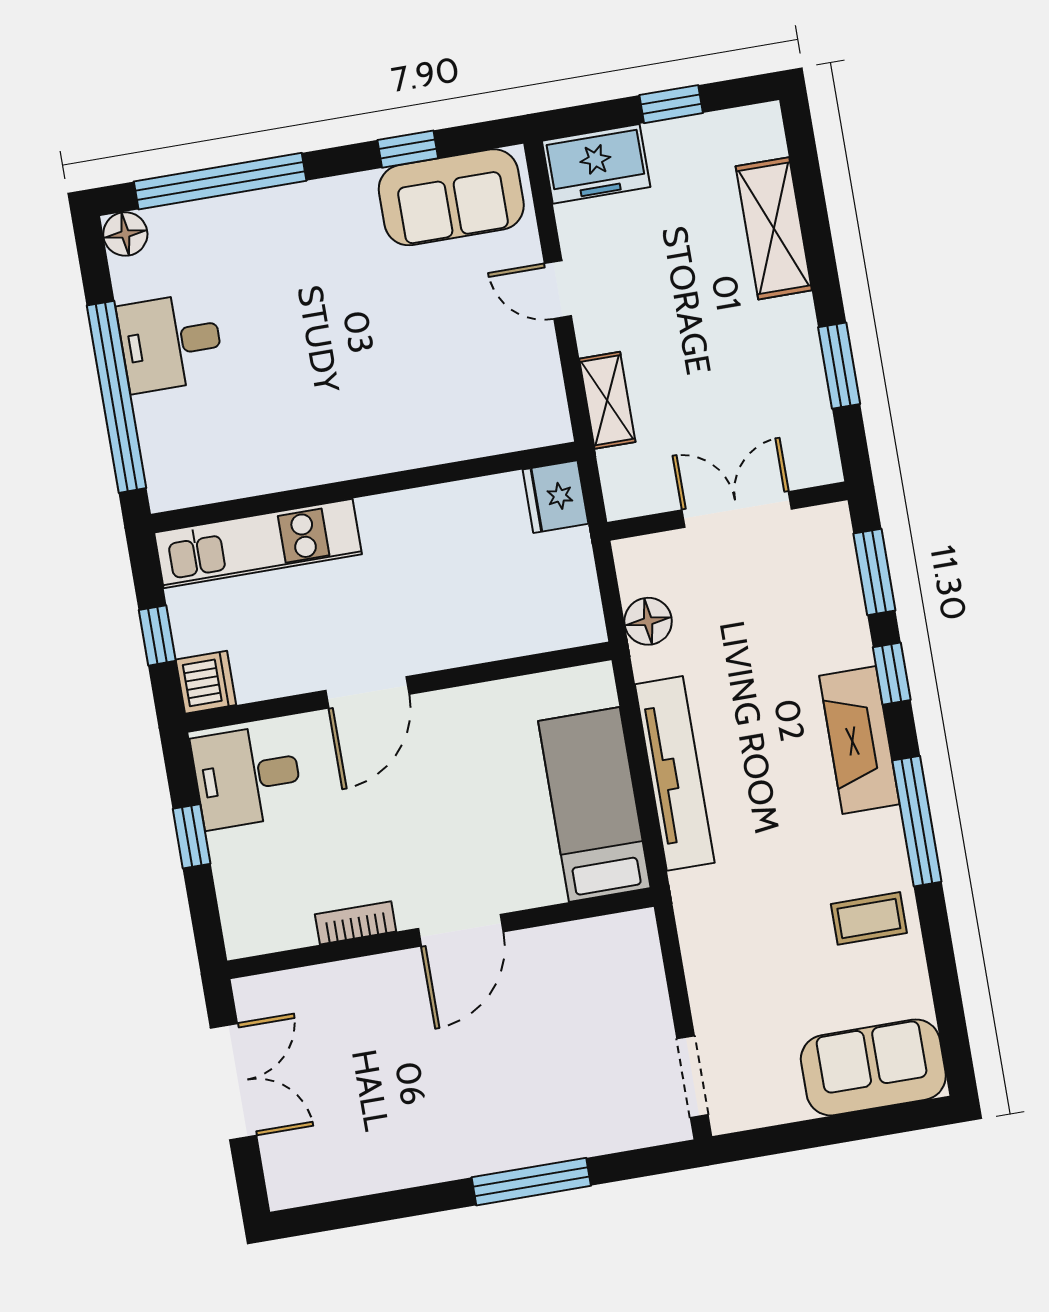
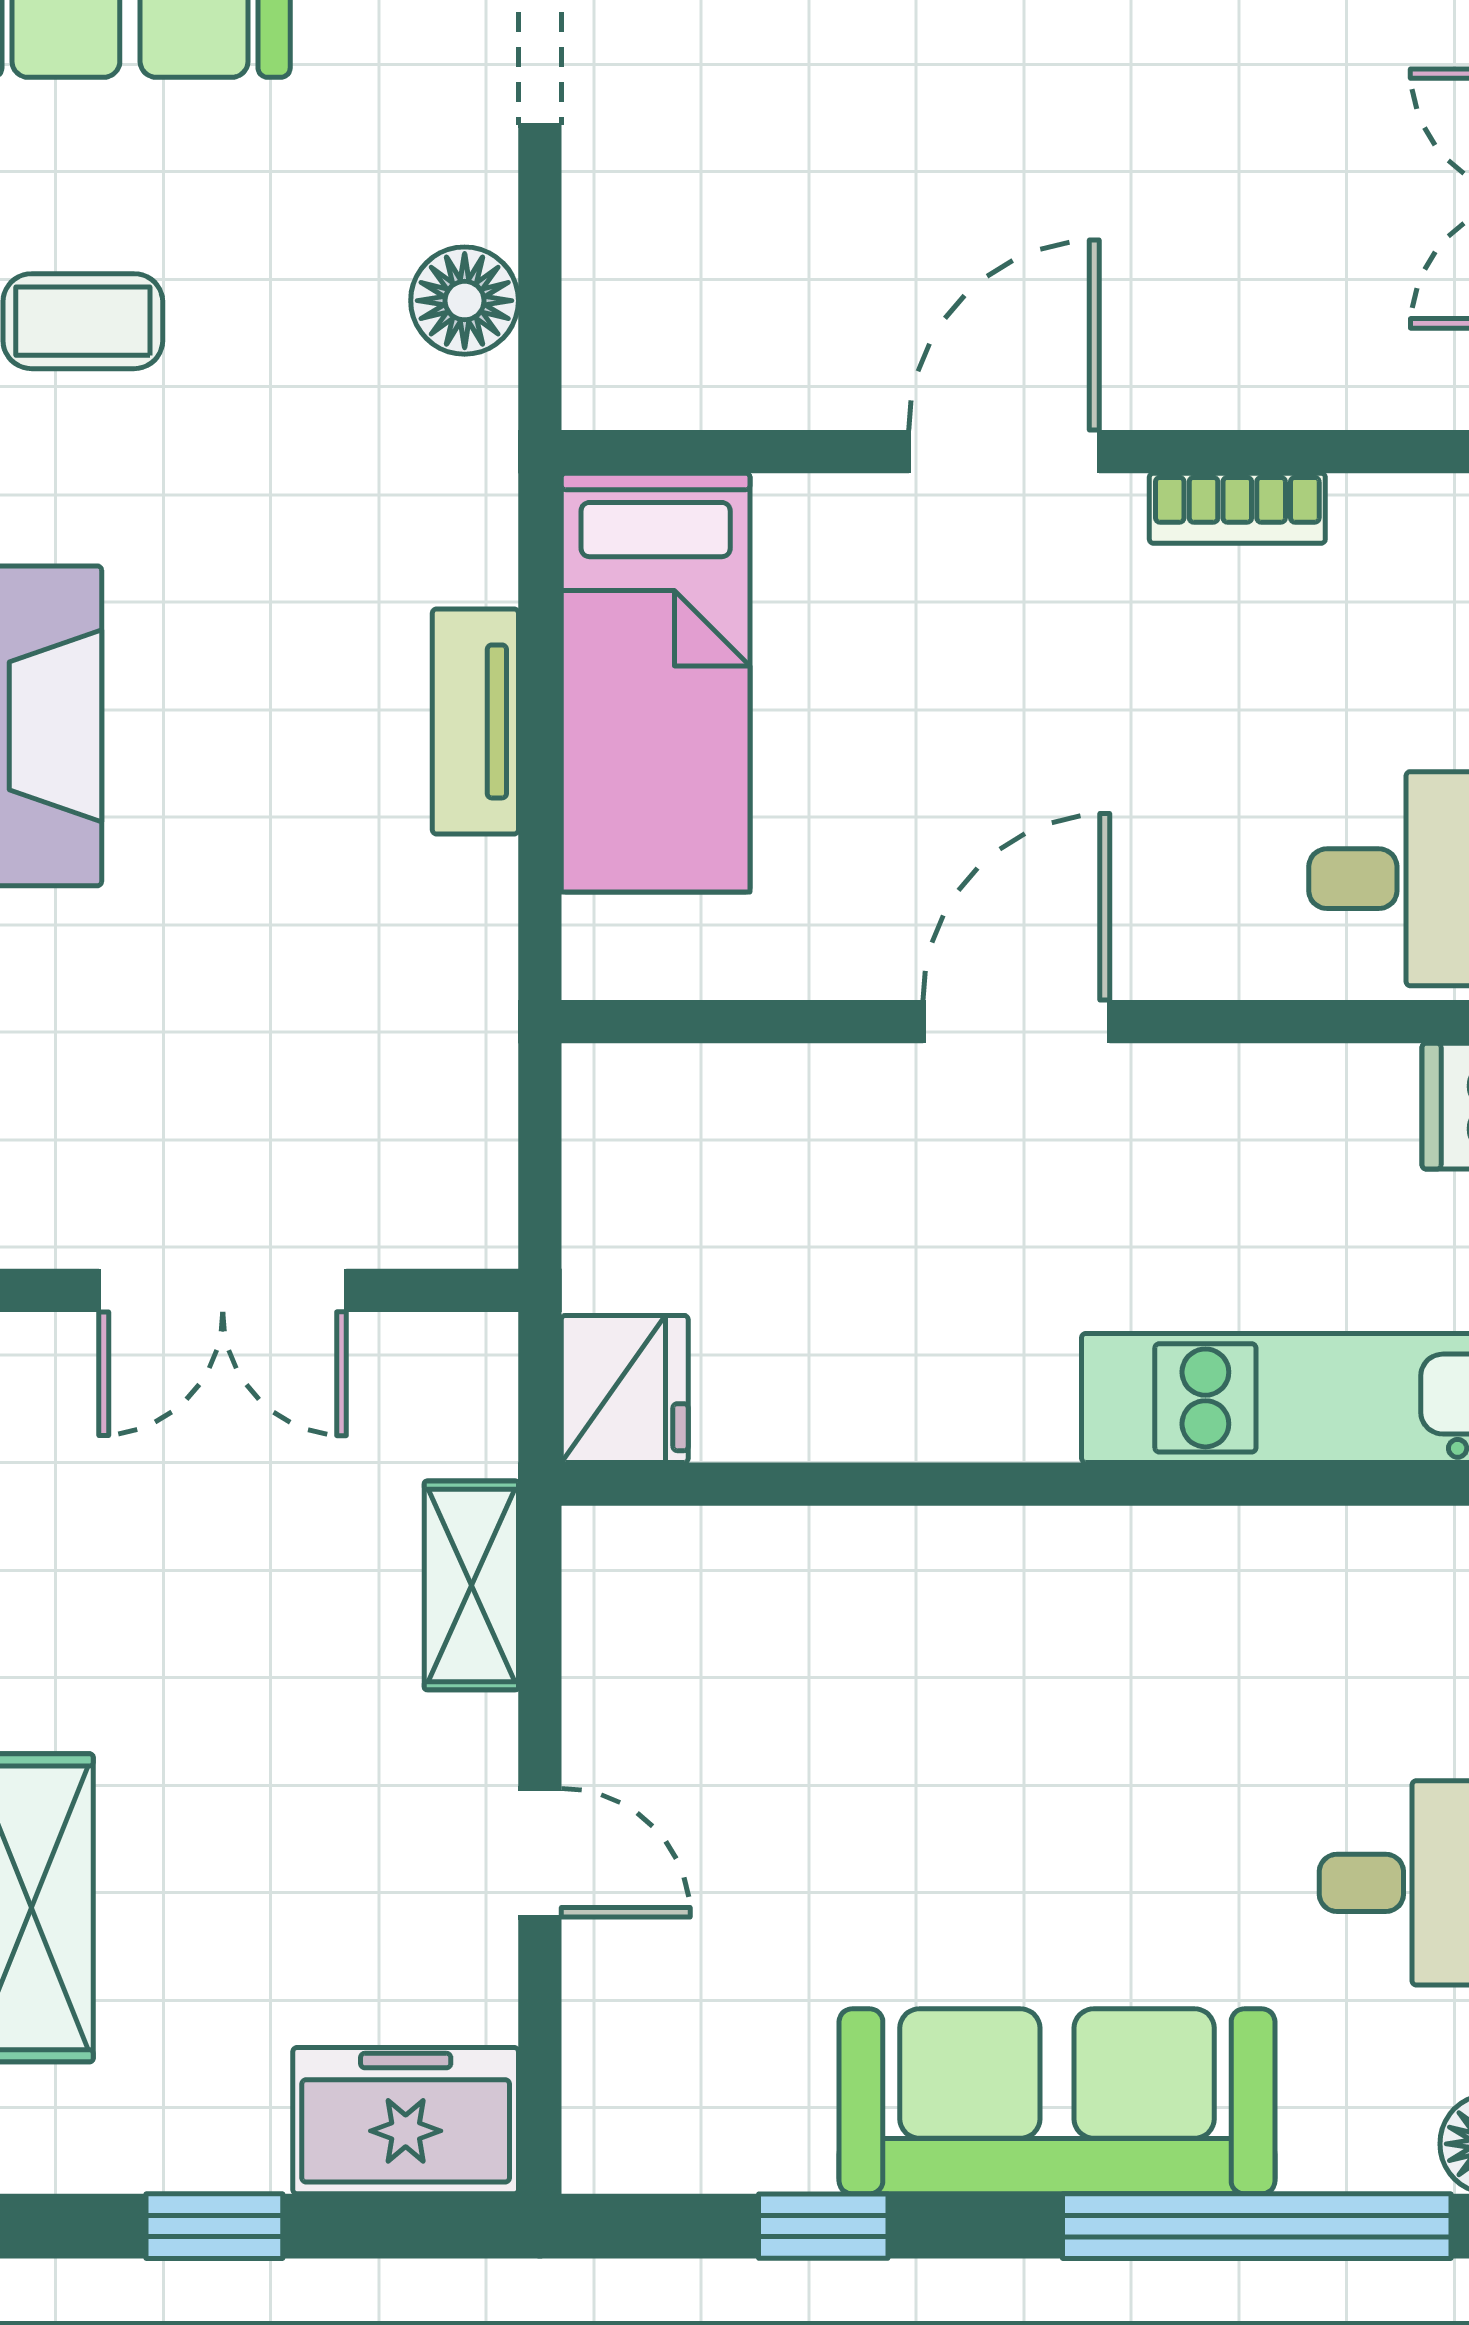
sofa: (451, 197) -> (1057, 2101), moved, width x1.36
floor lamp: (648, 621) -> (465, 301), moved
door: (367, 692) -> (1016, 1022), moved
tv unit: (675, 773) -> (475, 721), width x0.52, depth x0.78

